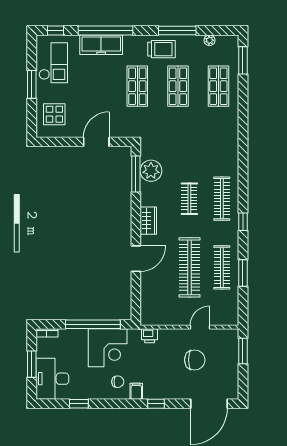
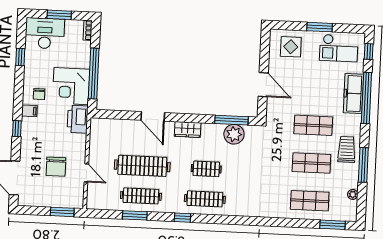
trolley: (162, 49) -> (347, 149), turned 180
printer: (150, 336) -> (78, 119), width x1.87, depth x1.48

